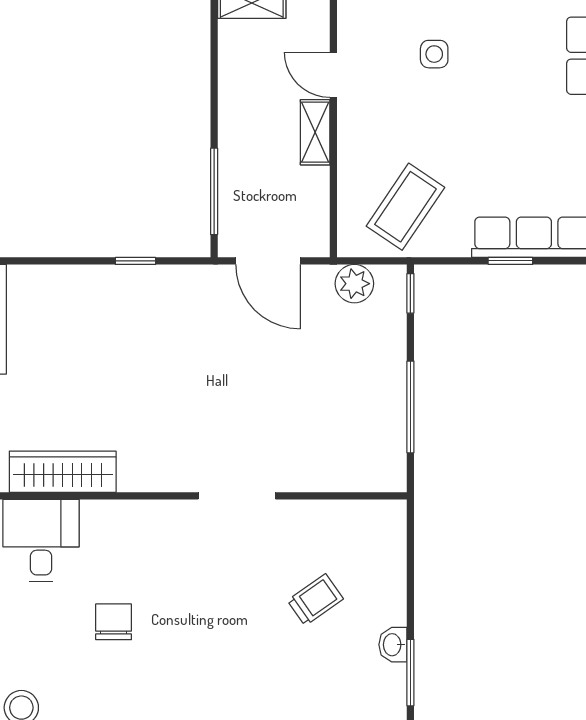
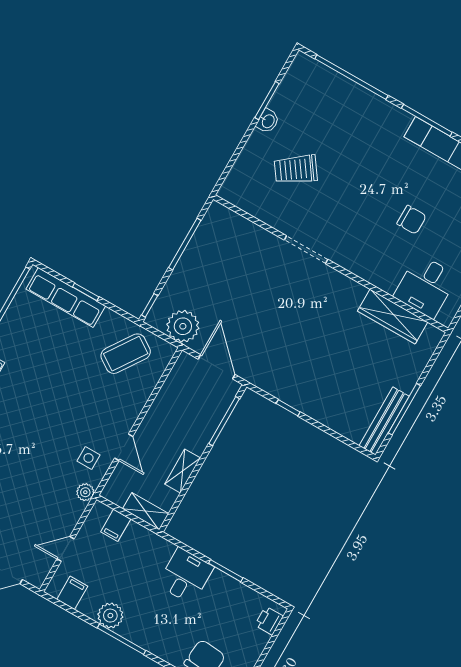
side table: (434, 54) -> (88, 458), moved
shelving: (315, 132) -> (183, 471), moved
plant: (354, 284) -> (183, 326), width x1.36, depth x1.36
trolley: (315, 600) -> (296, 169), width x1.36, depth x1.39
chair: (114, 622) -> (412, 220), turned -90

